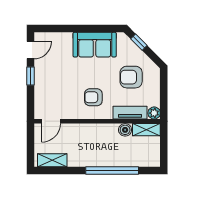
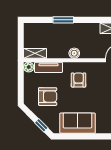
armchair: (93, 97) -> (79, 80), turned -90
boiler: (125, 130) -> (74, 53), moved
window: (112, 171) -> (63, 20), width x0.47

